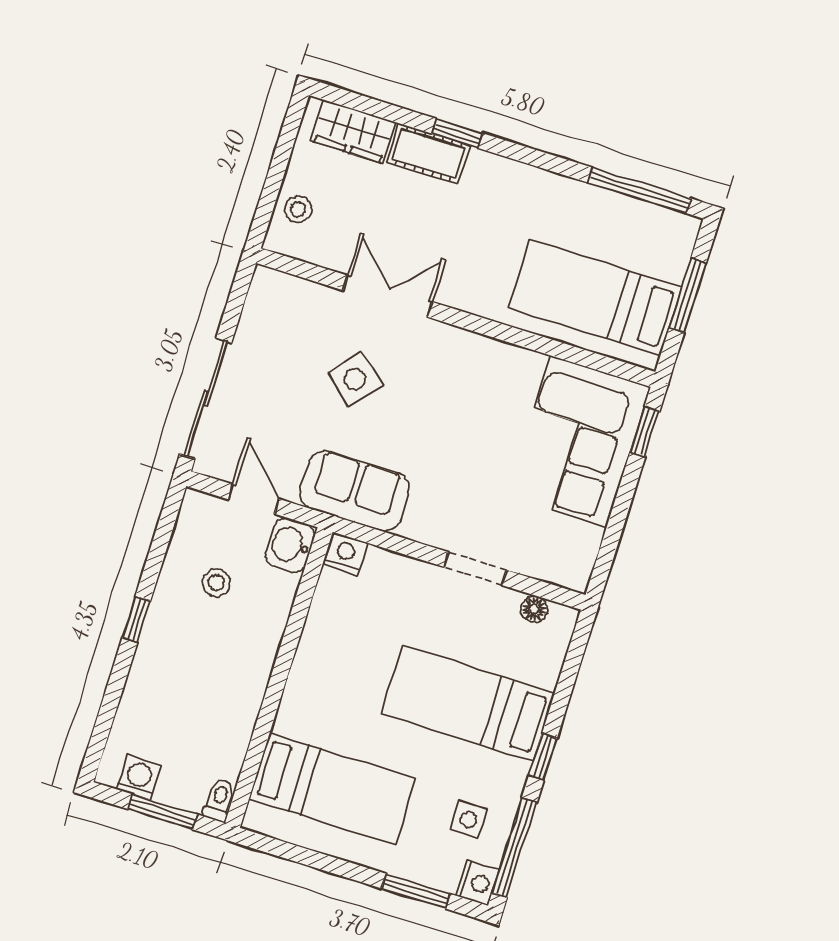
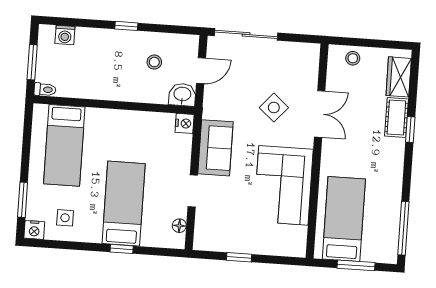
window: (645, 432) -> (239, 257), moved
corner sofa: (579, 441) -> (283, 185), moved, turned -90
sofa: (355, 491) -> (215, 148), moved
window: (543, 757) -> (122, 249), moved
washing machine: (139, 777) -> (65, 35), moved, turned 90
window: (515, 847) -> (56, 244), removed

